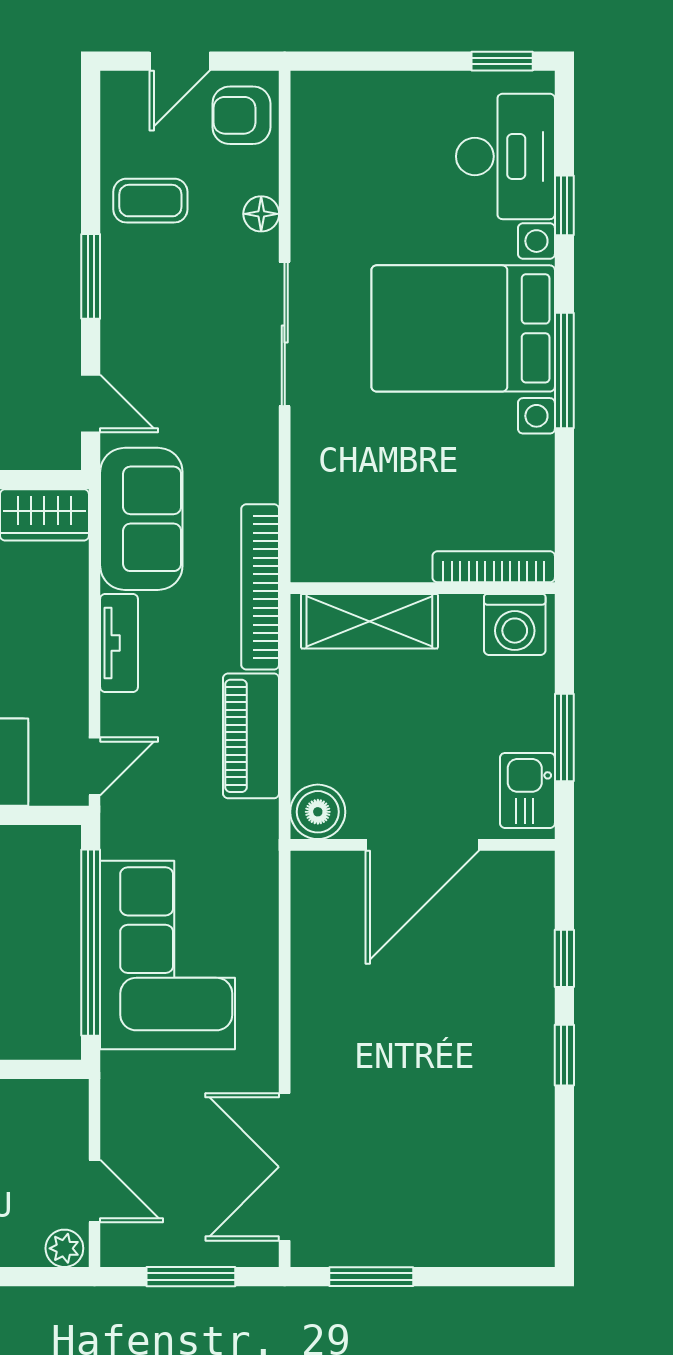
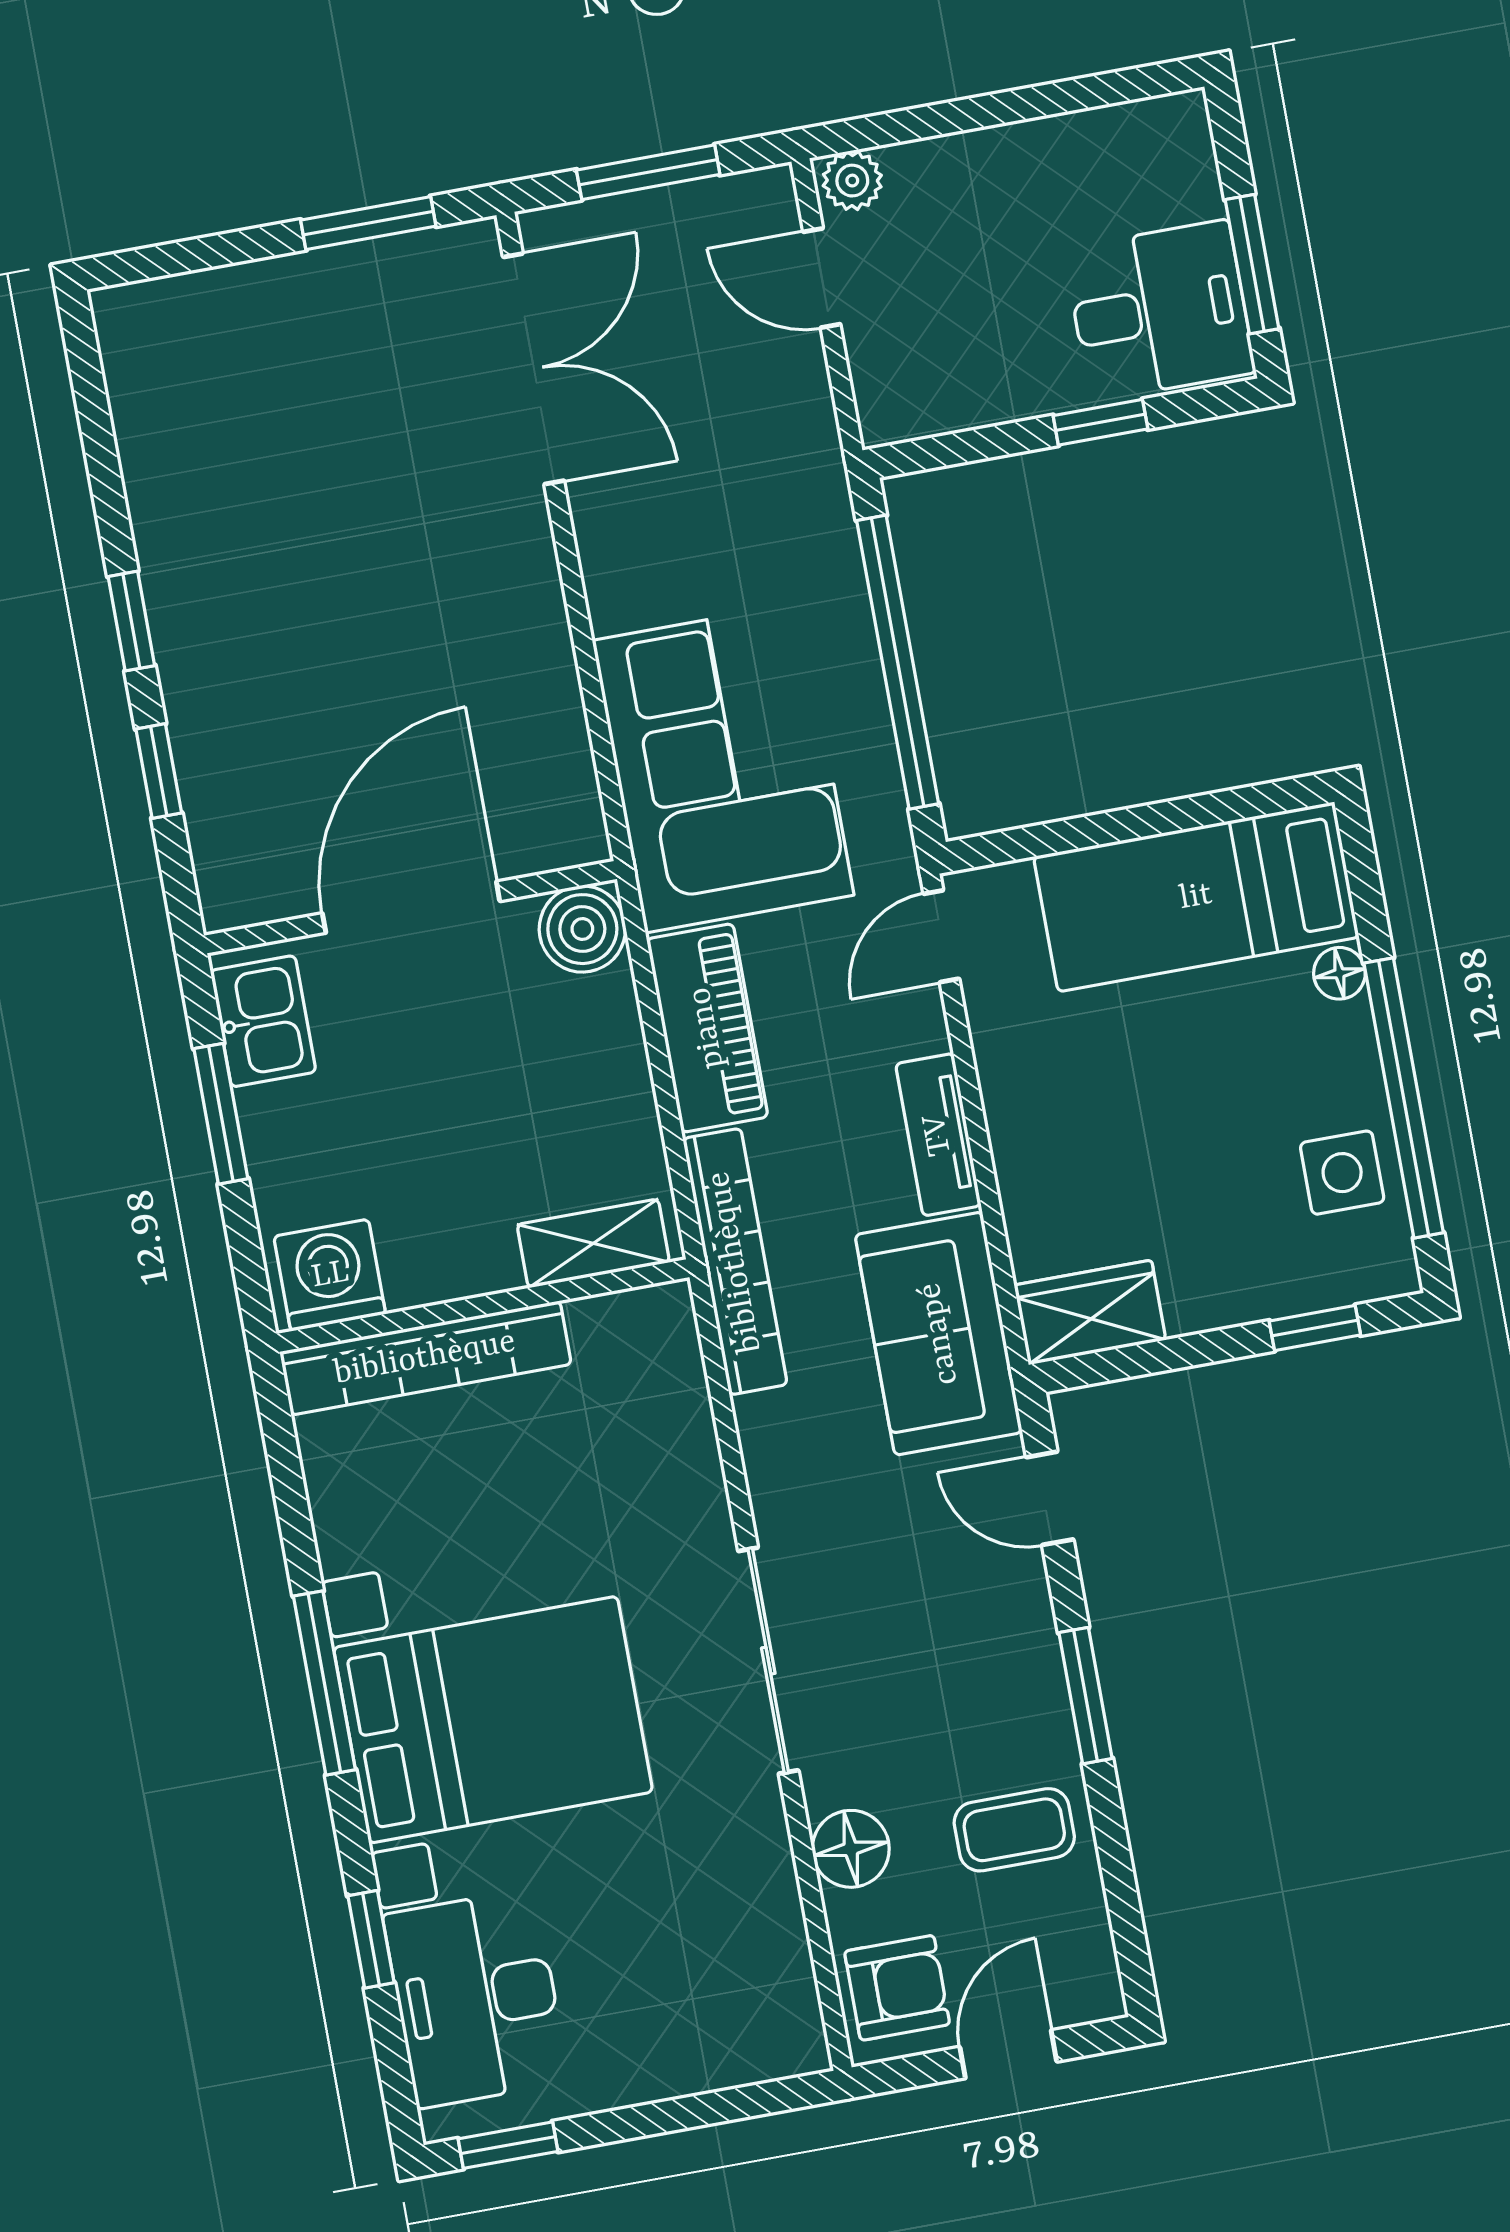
floor lamp: (261, 214) -> (851, 1849), width x1.37, depth x1.37
bookcase: (494, 567) -> (425, 1358), width x1.48, depth x1.31
shelving: (369, 621) -> (593, 1243), width x0.67, depth x0.75
corner sofa: (168, 955) -> (723, 768), moved, turned 180

